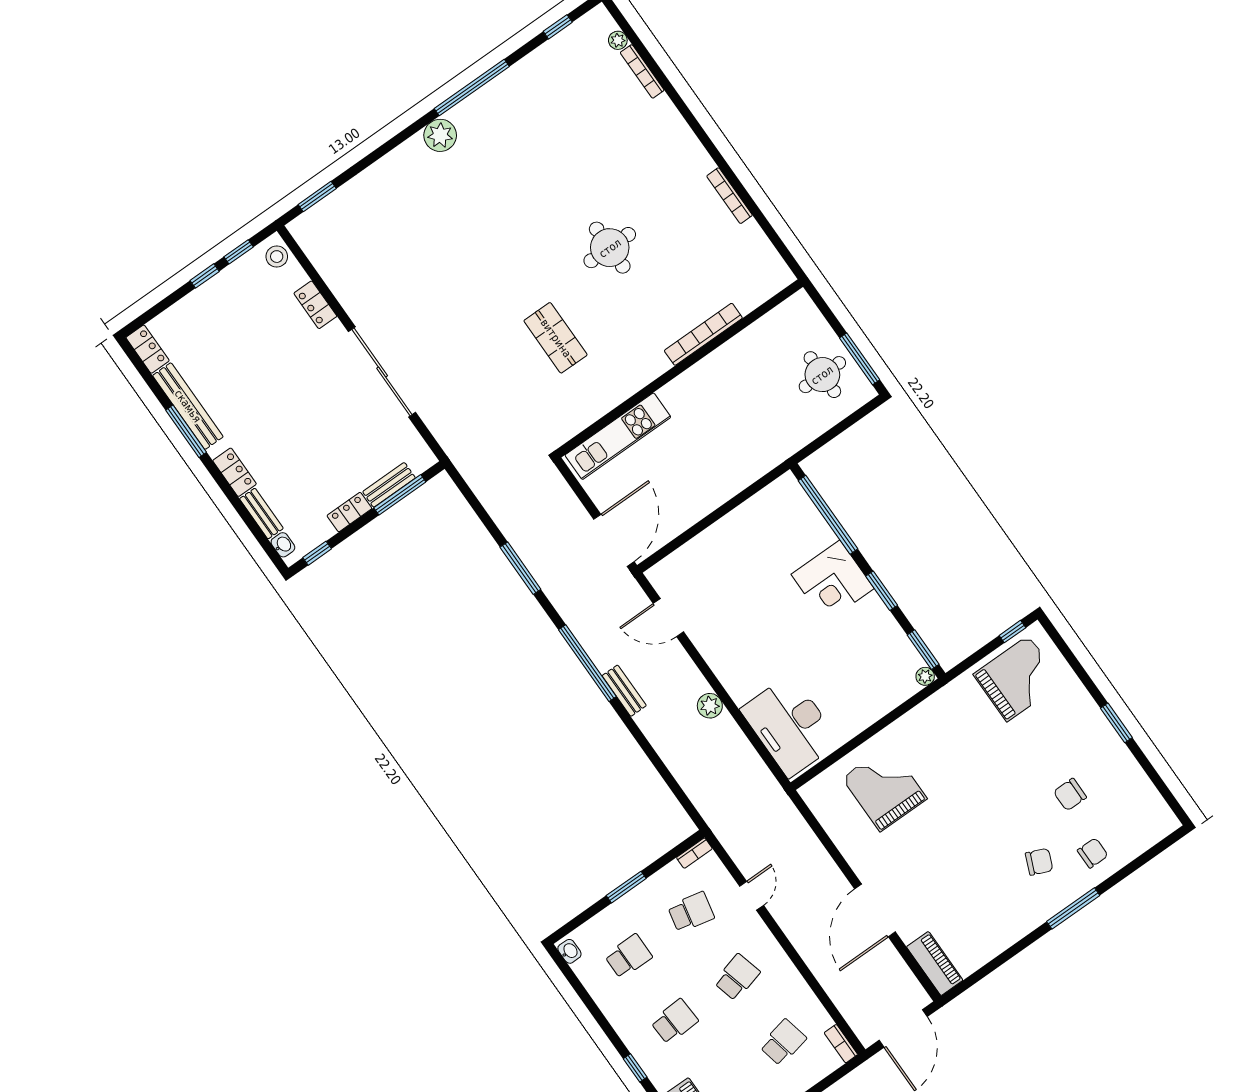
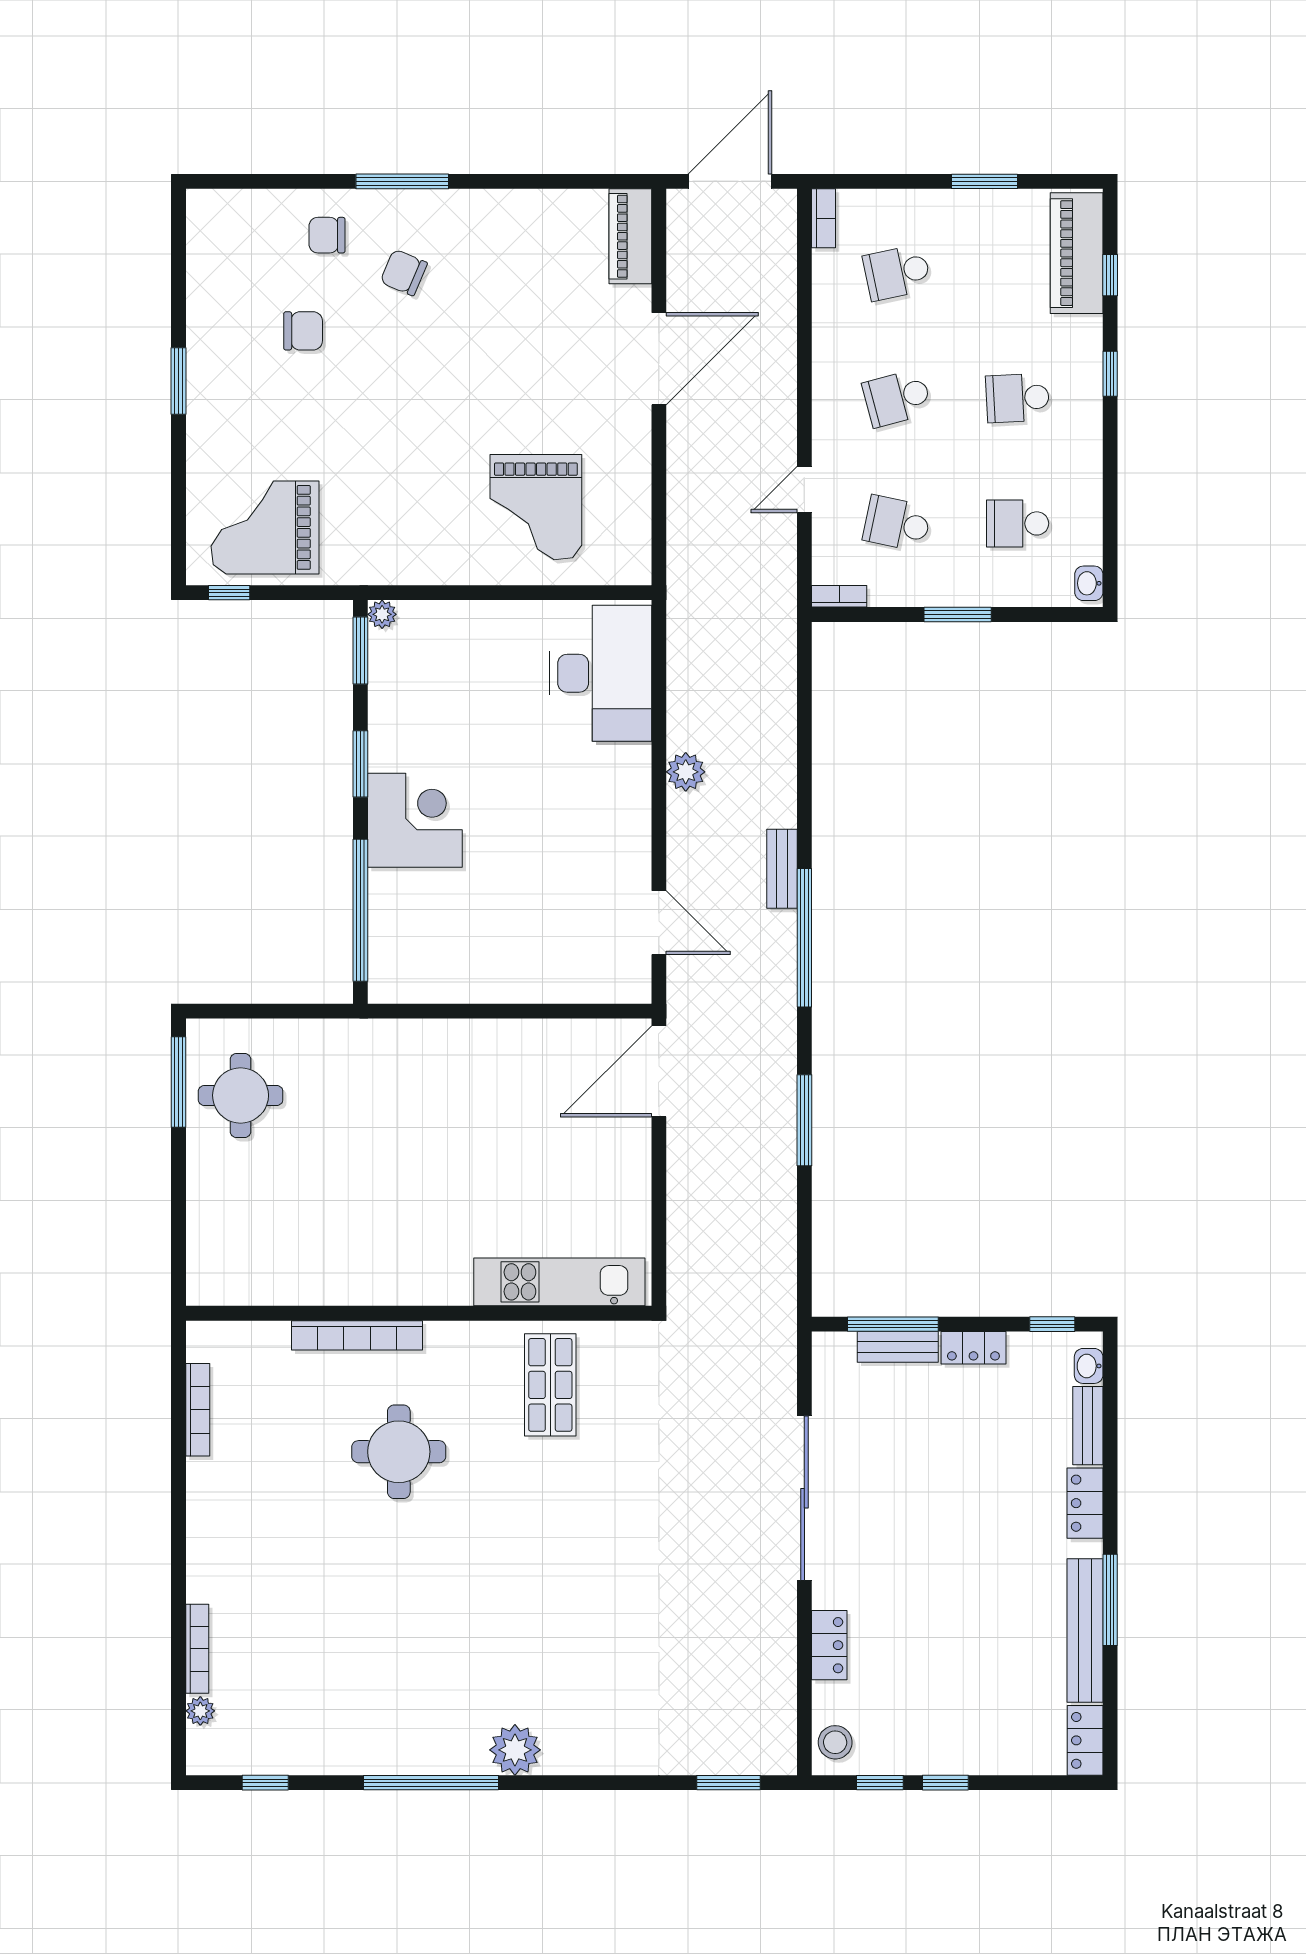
bookcase: (703, 334) -> (357, 1335), moved
wall: (679, 368) -> (419, 1313), moved
kitchen unit: (618, 436) -> (559, 1282), moved

